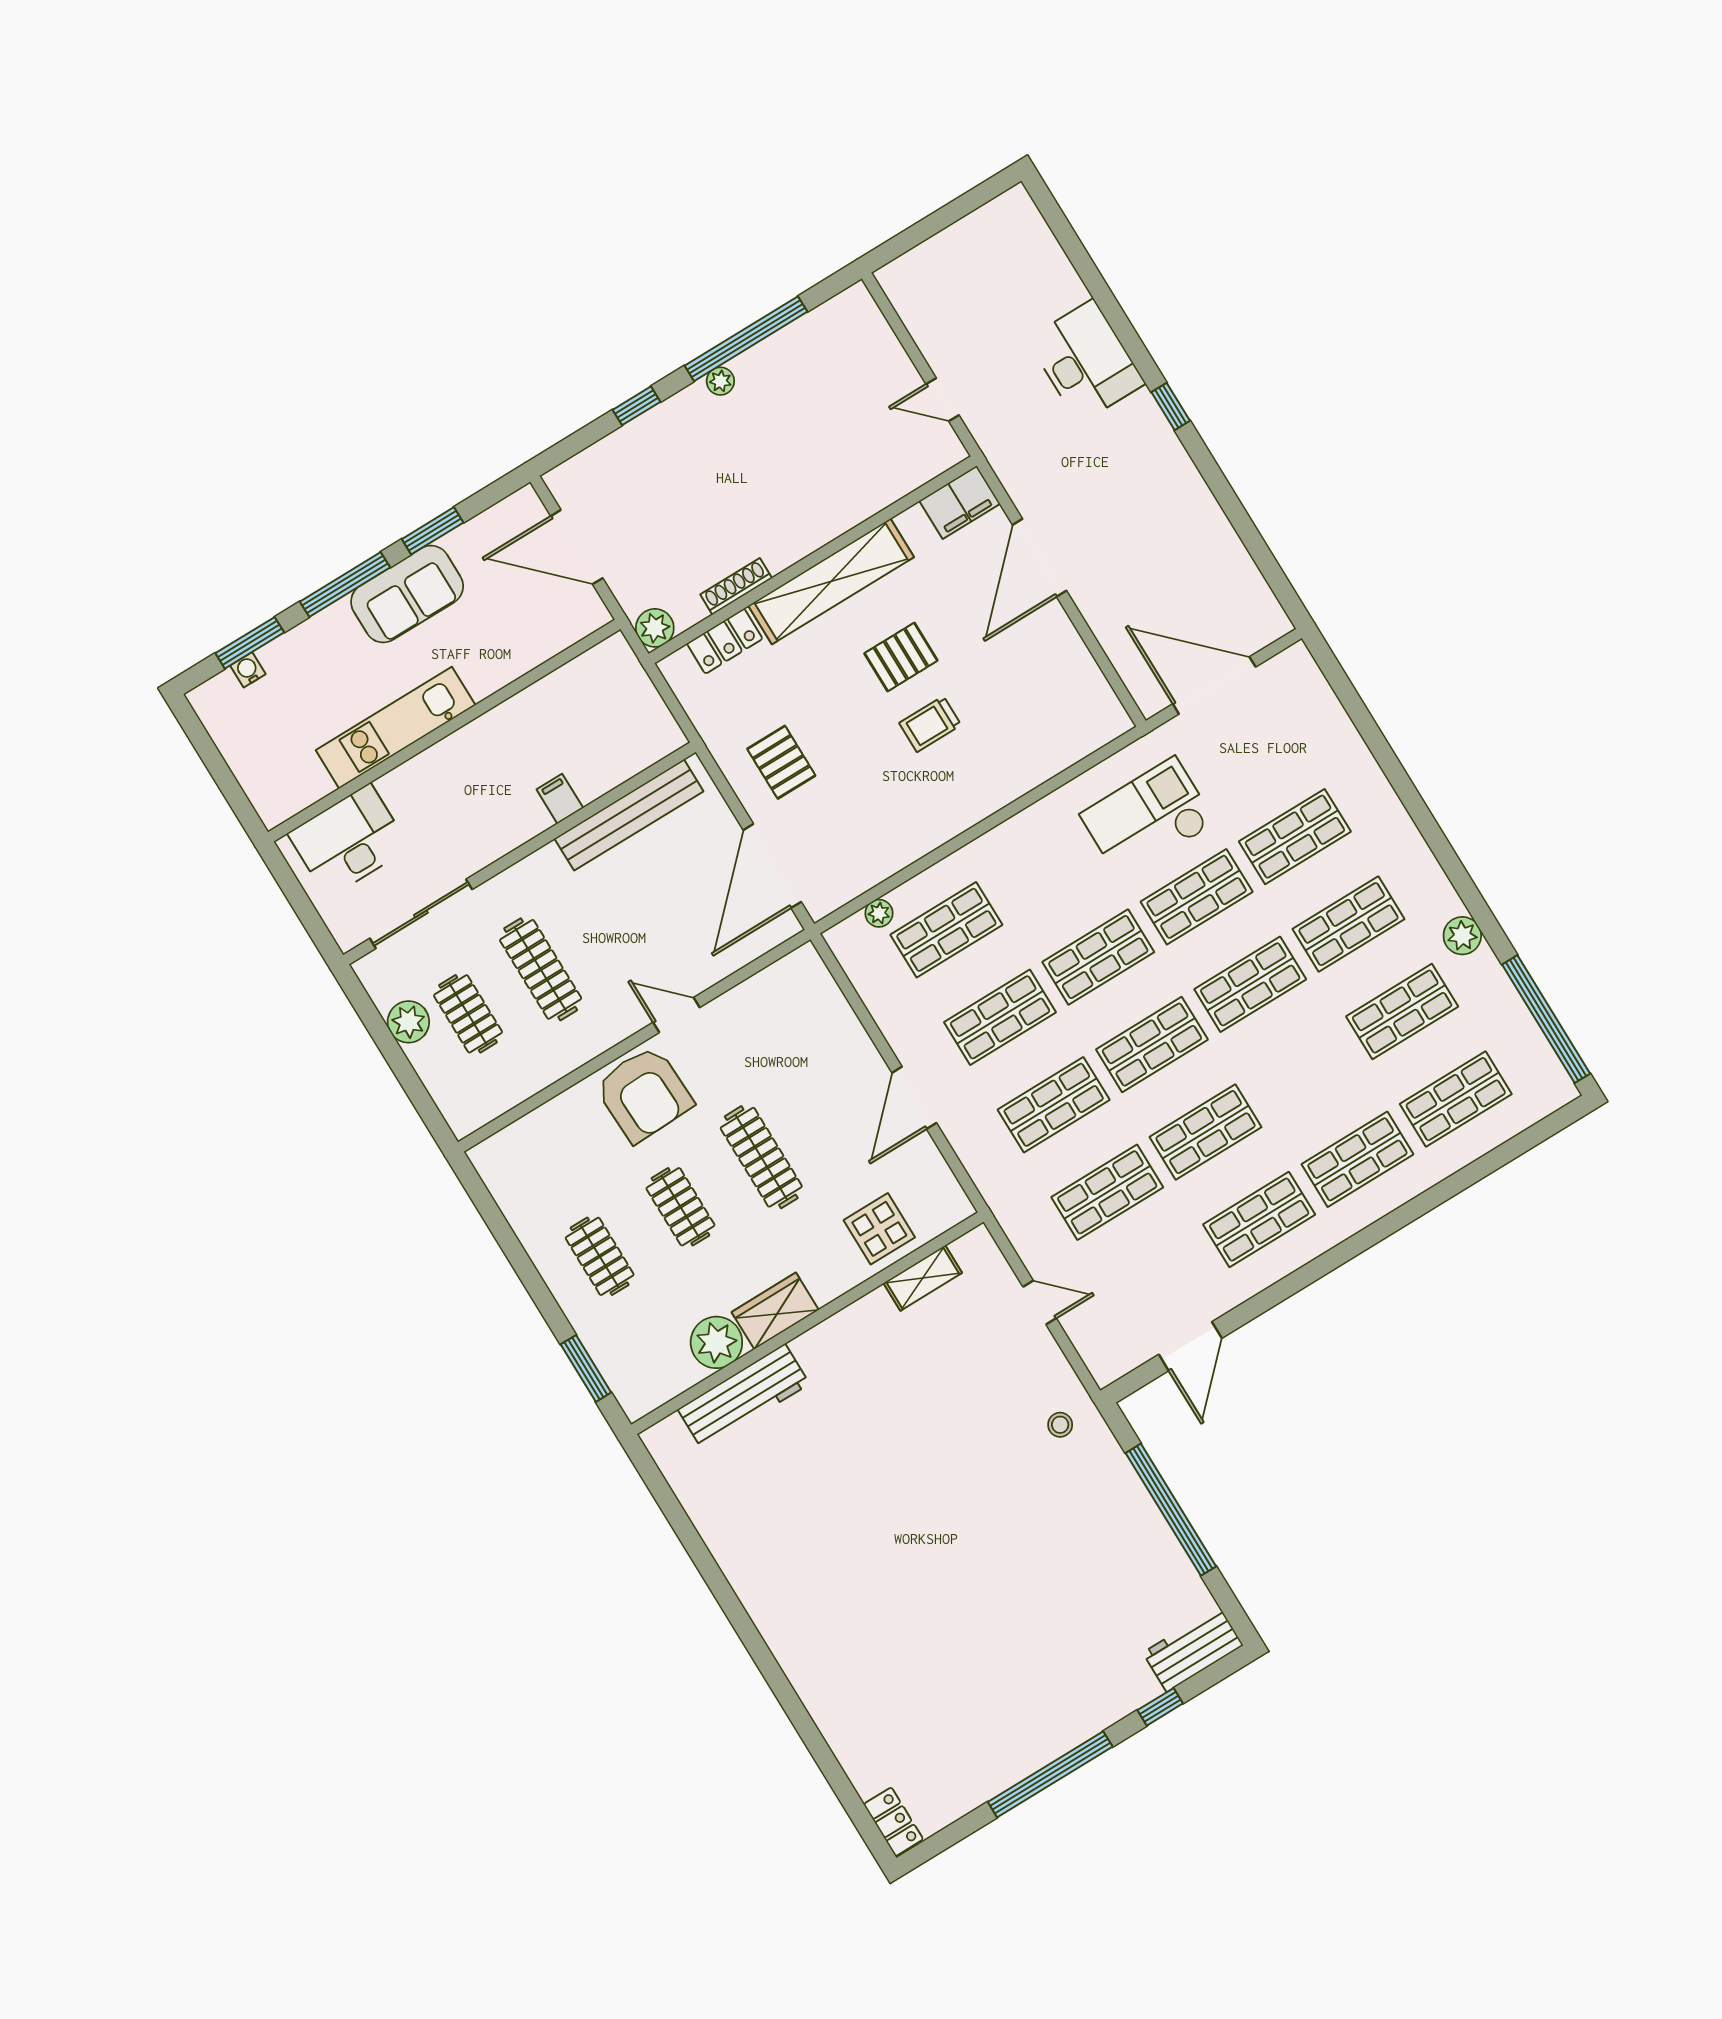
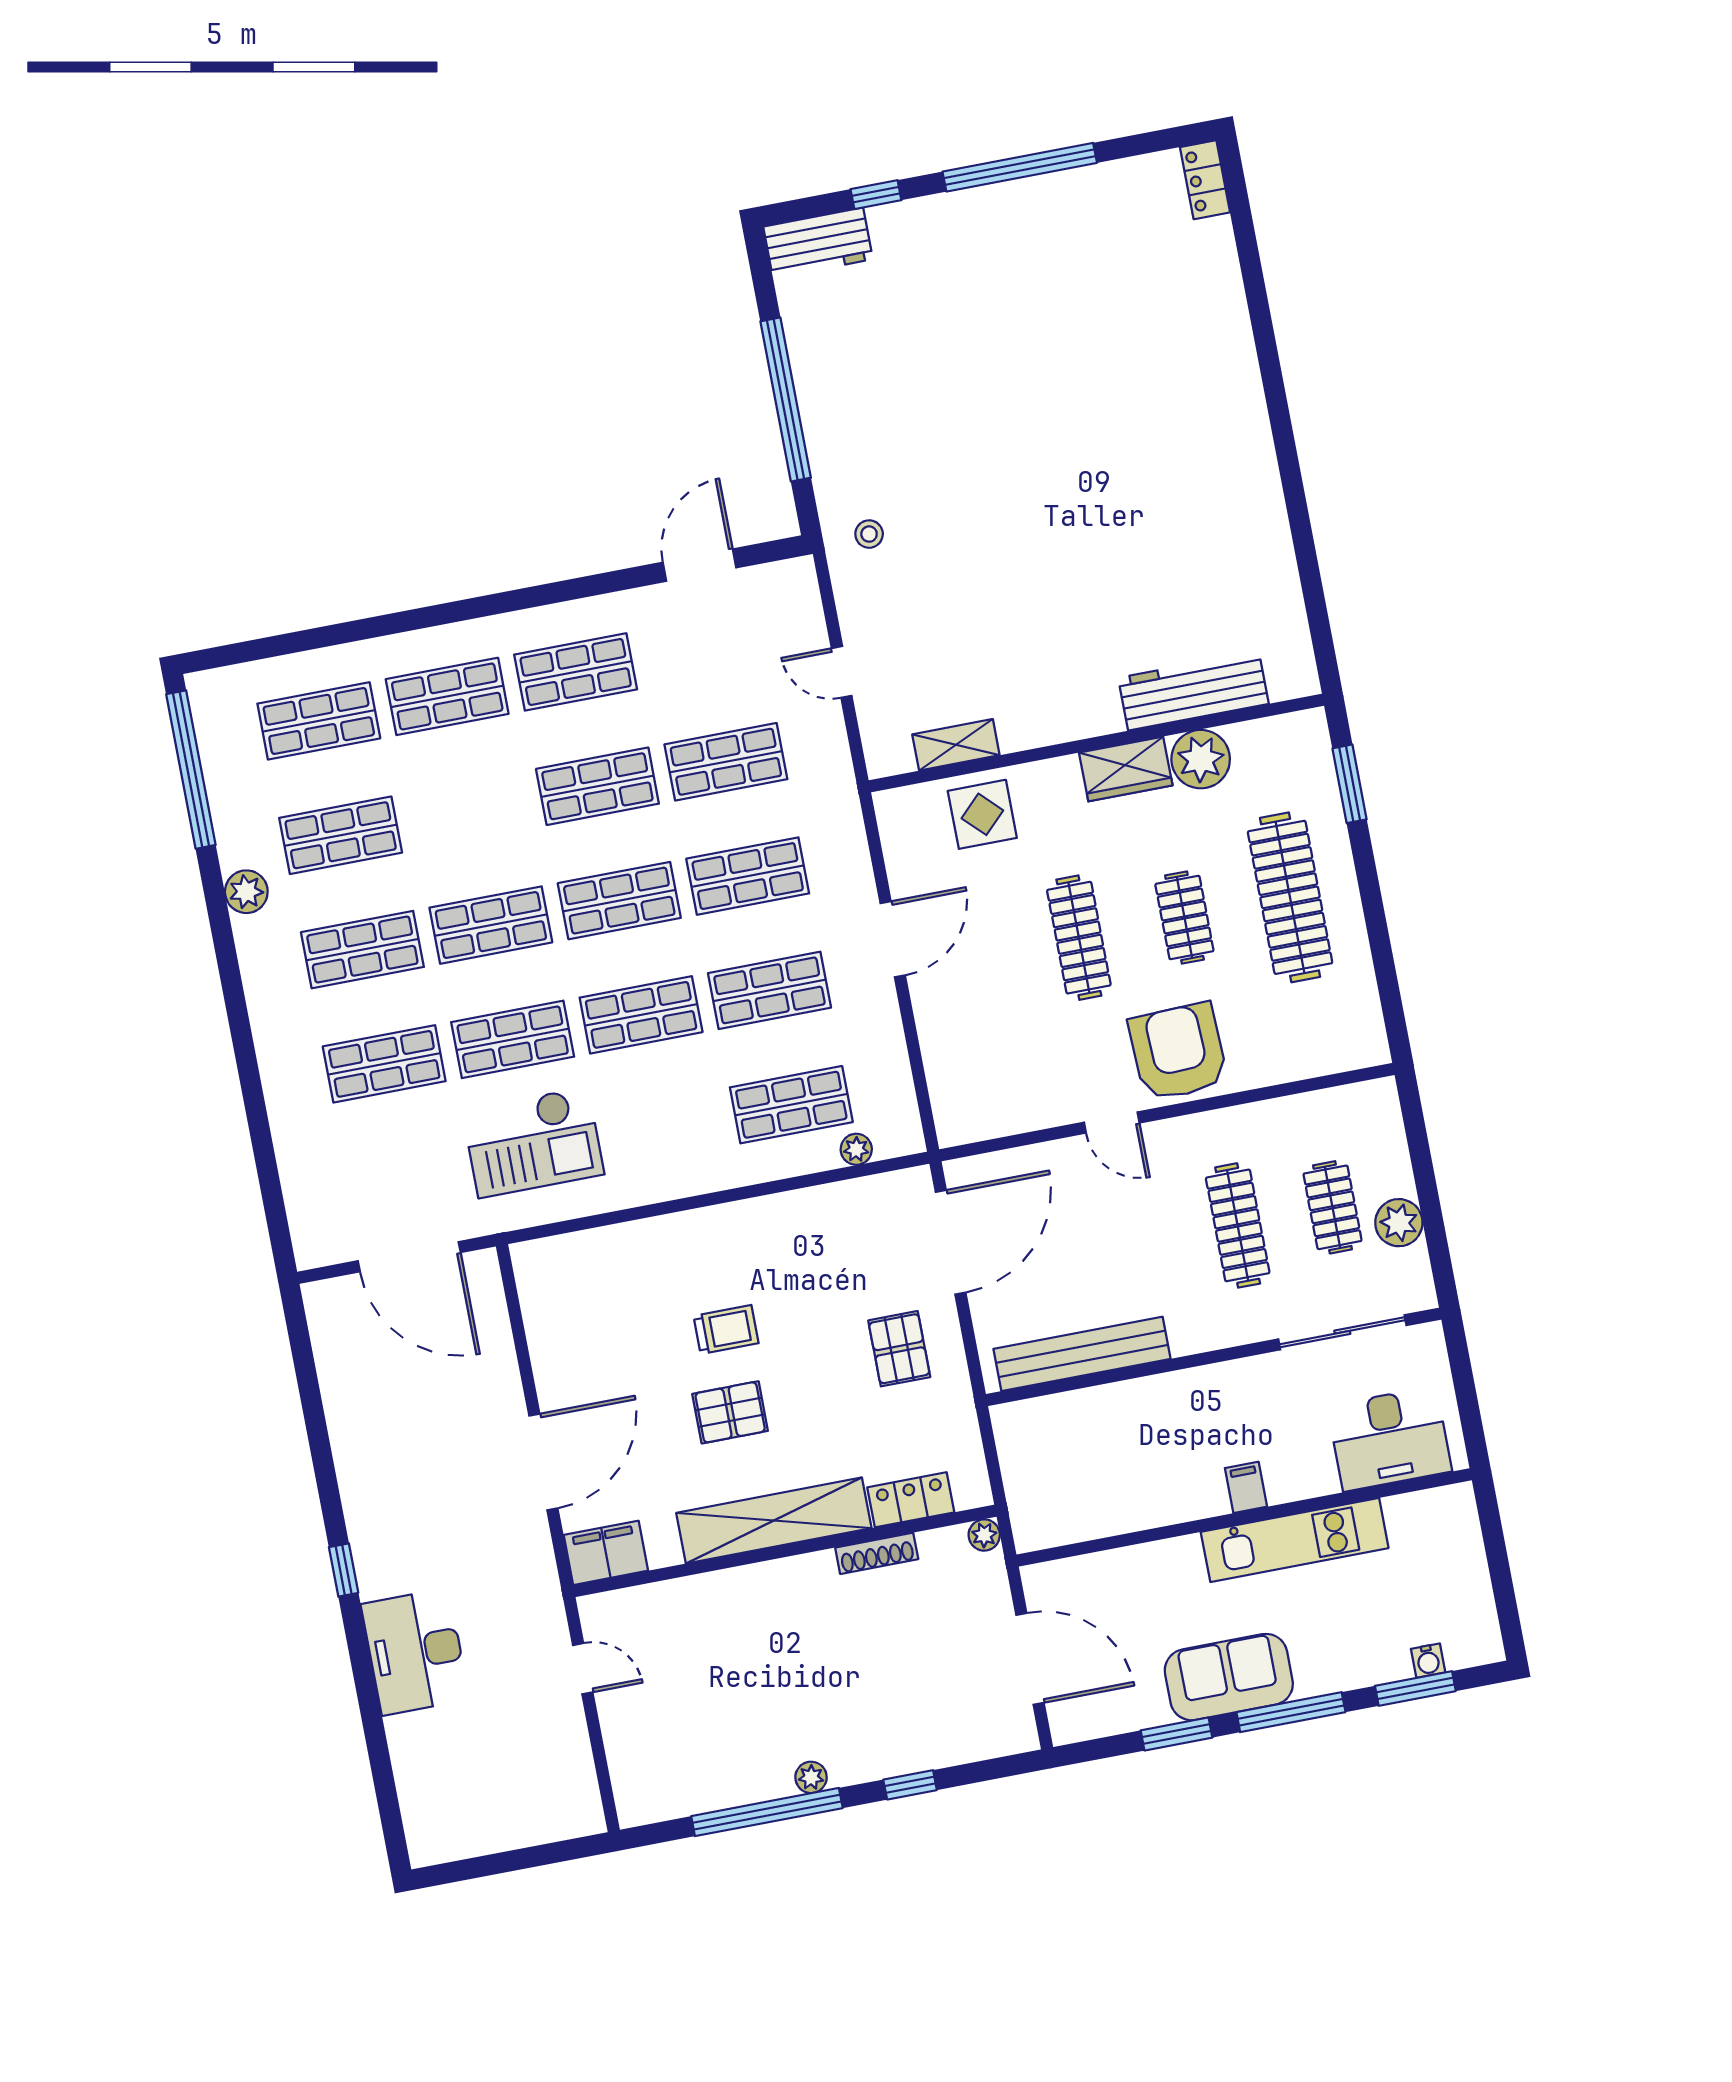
plant: (655, 628) -> (984, 1535), width x0.73, depth x0.73
filing cabinet: (560, 799) -> (1246, 1487), moved, turned 180
clothes rail: (600, 1256) -> (1290, 897), width x1.86, depth x1.31

